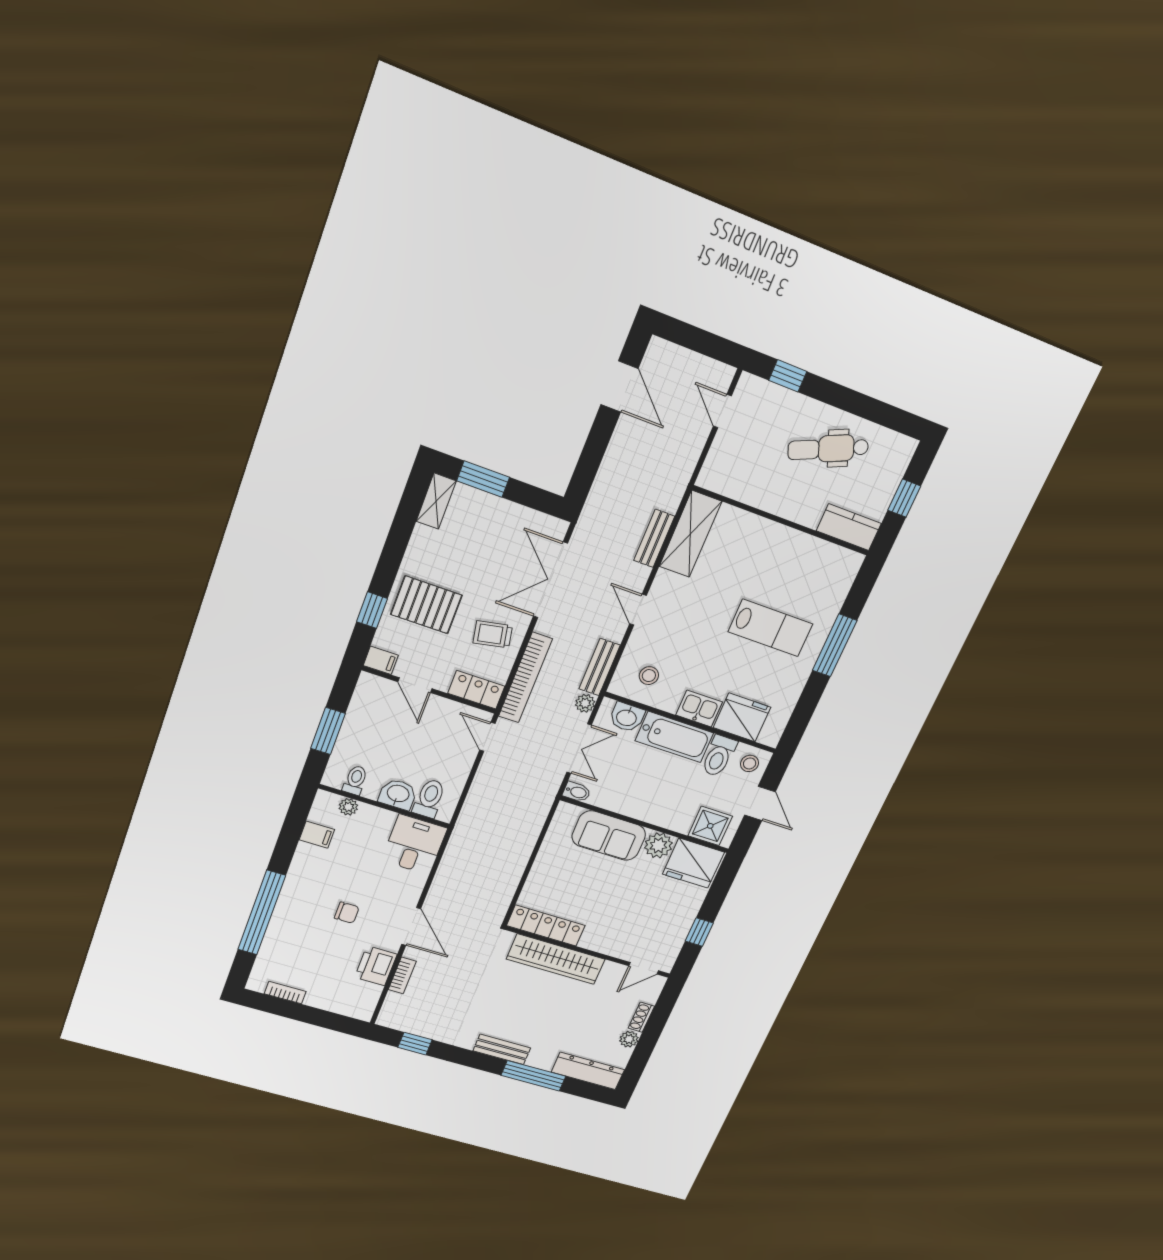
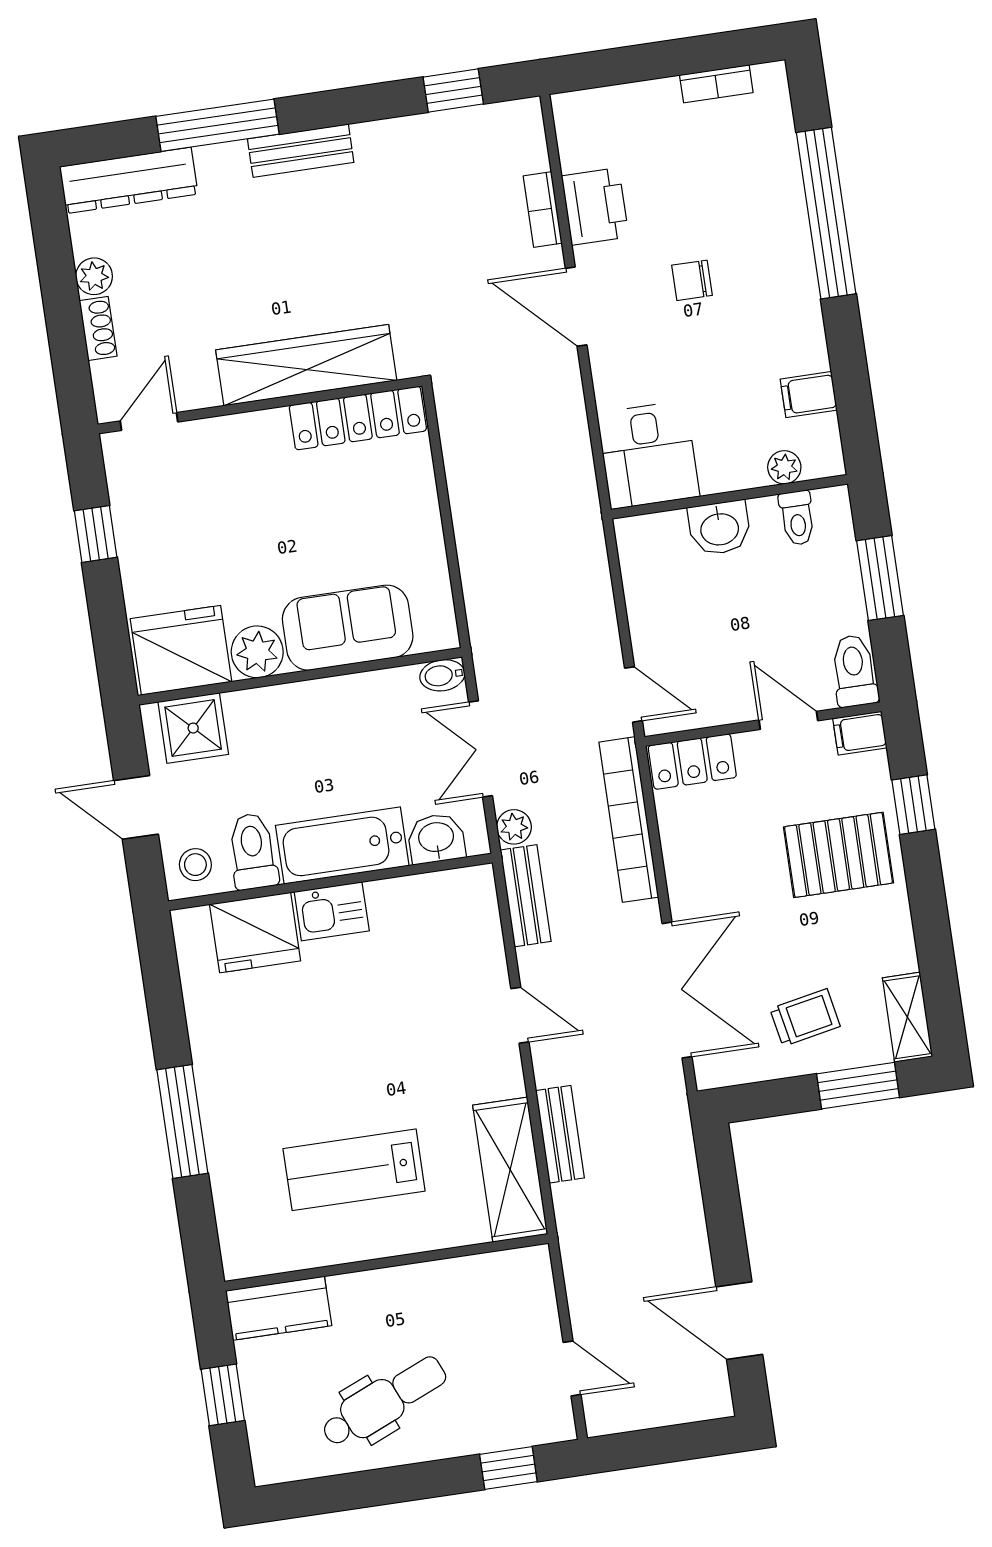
lab bench: (770, 628) -> (354, 1170), moved
trolley: (493, 634) -> (805, 1018), moved
stool: (649, 676) -> (442, 922), removed
toilet: (429, 798) -> (854, 671), moved, turned 180

